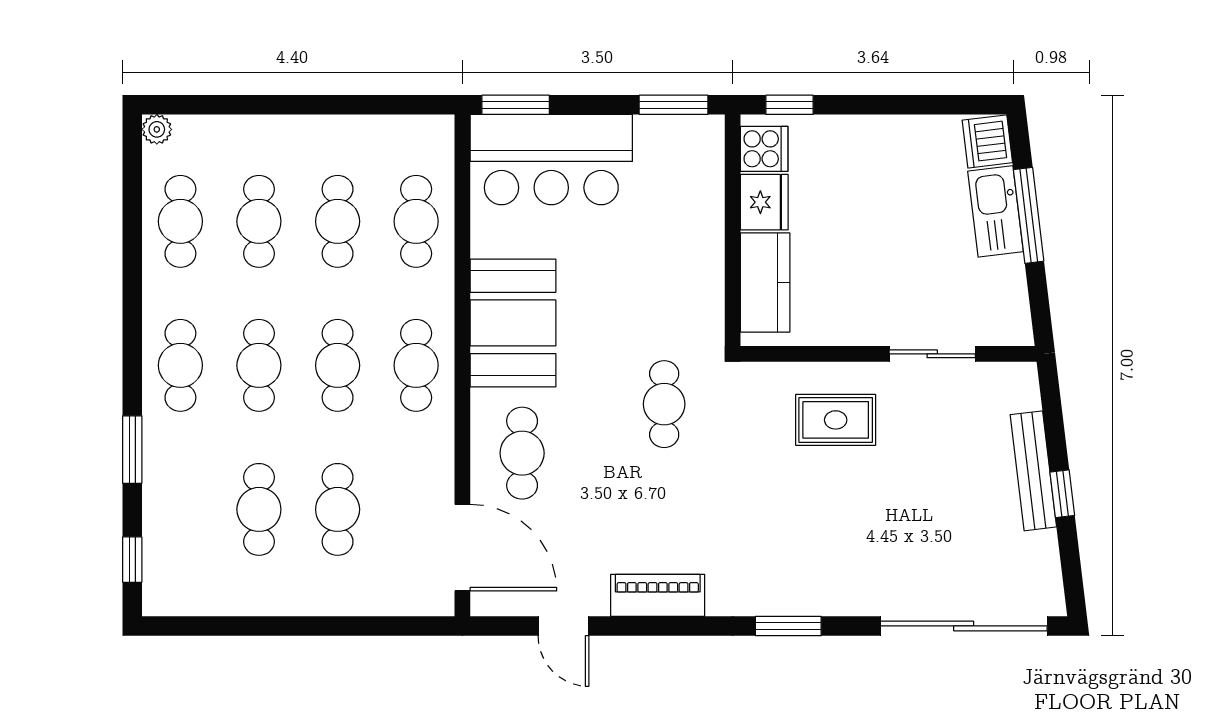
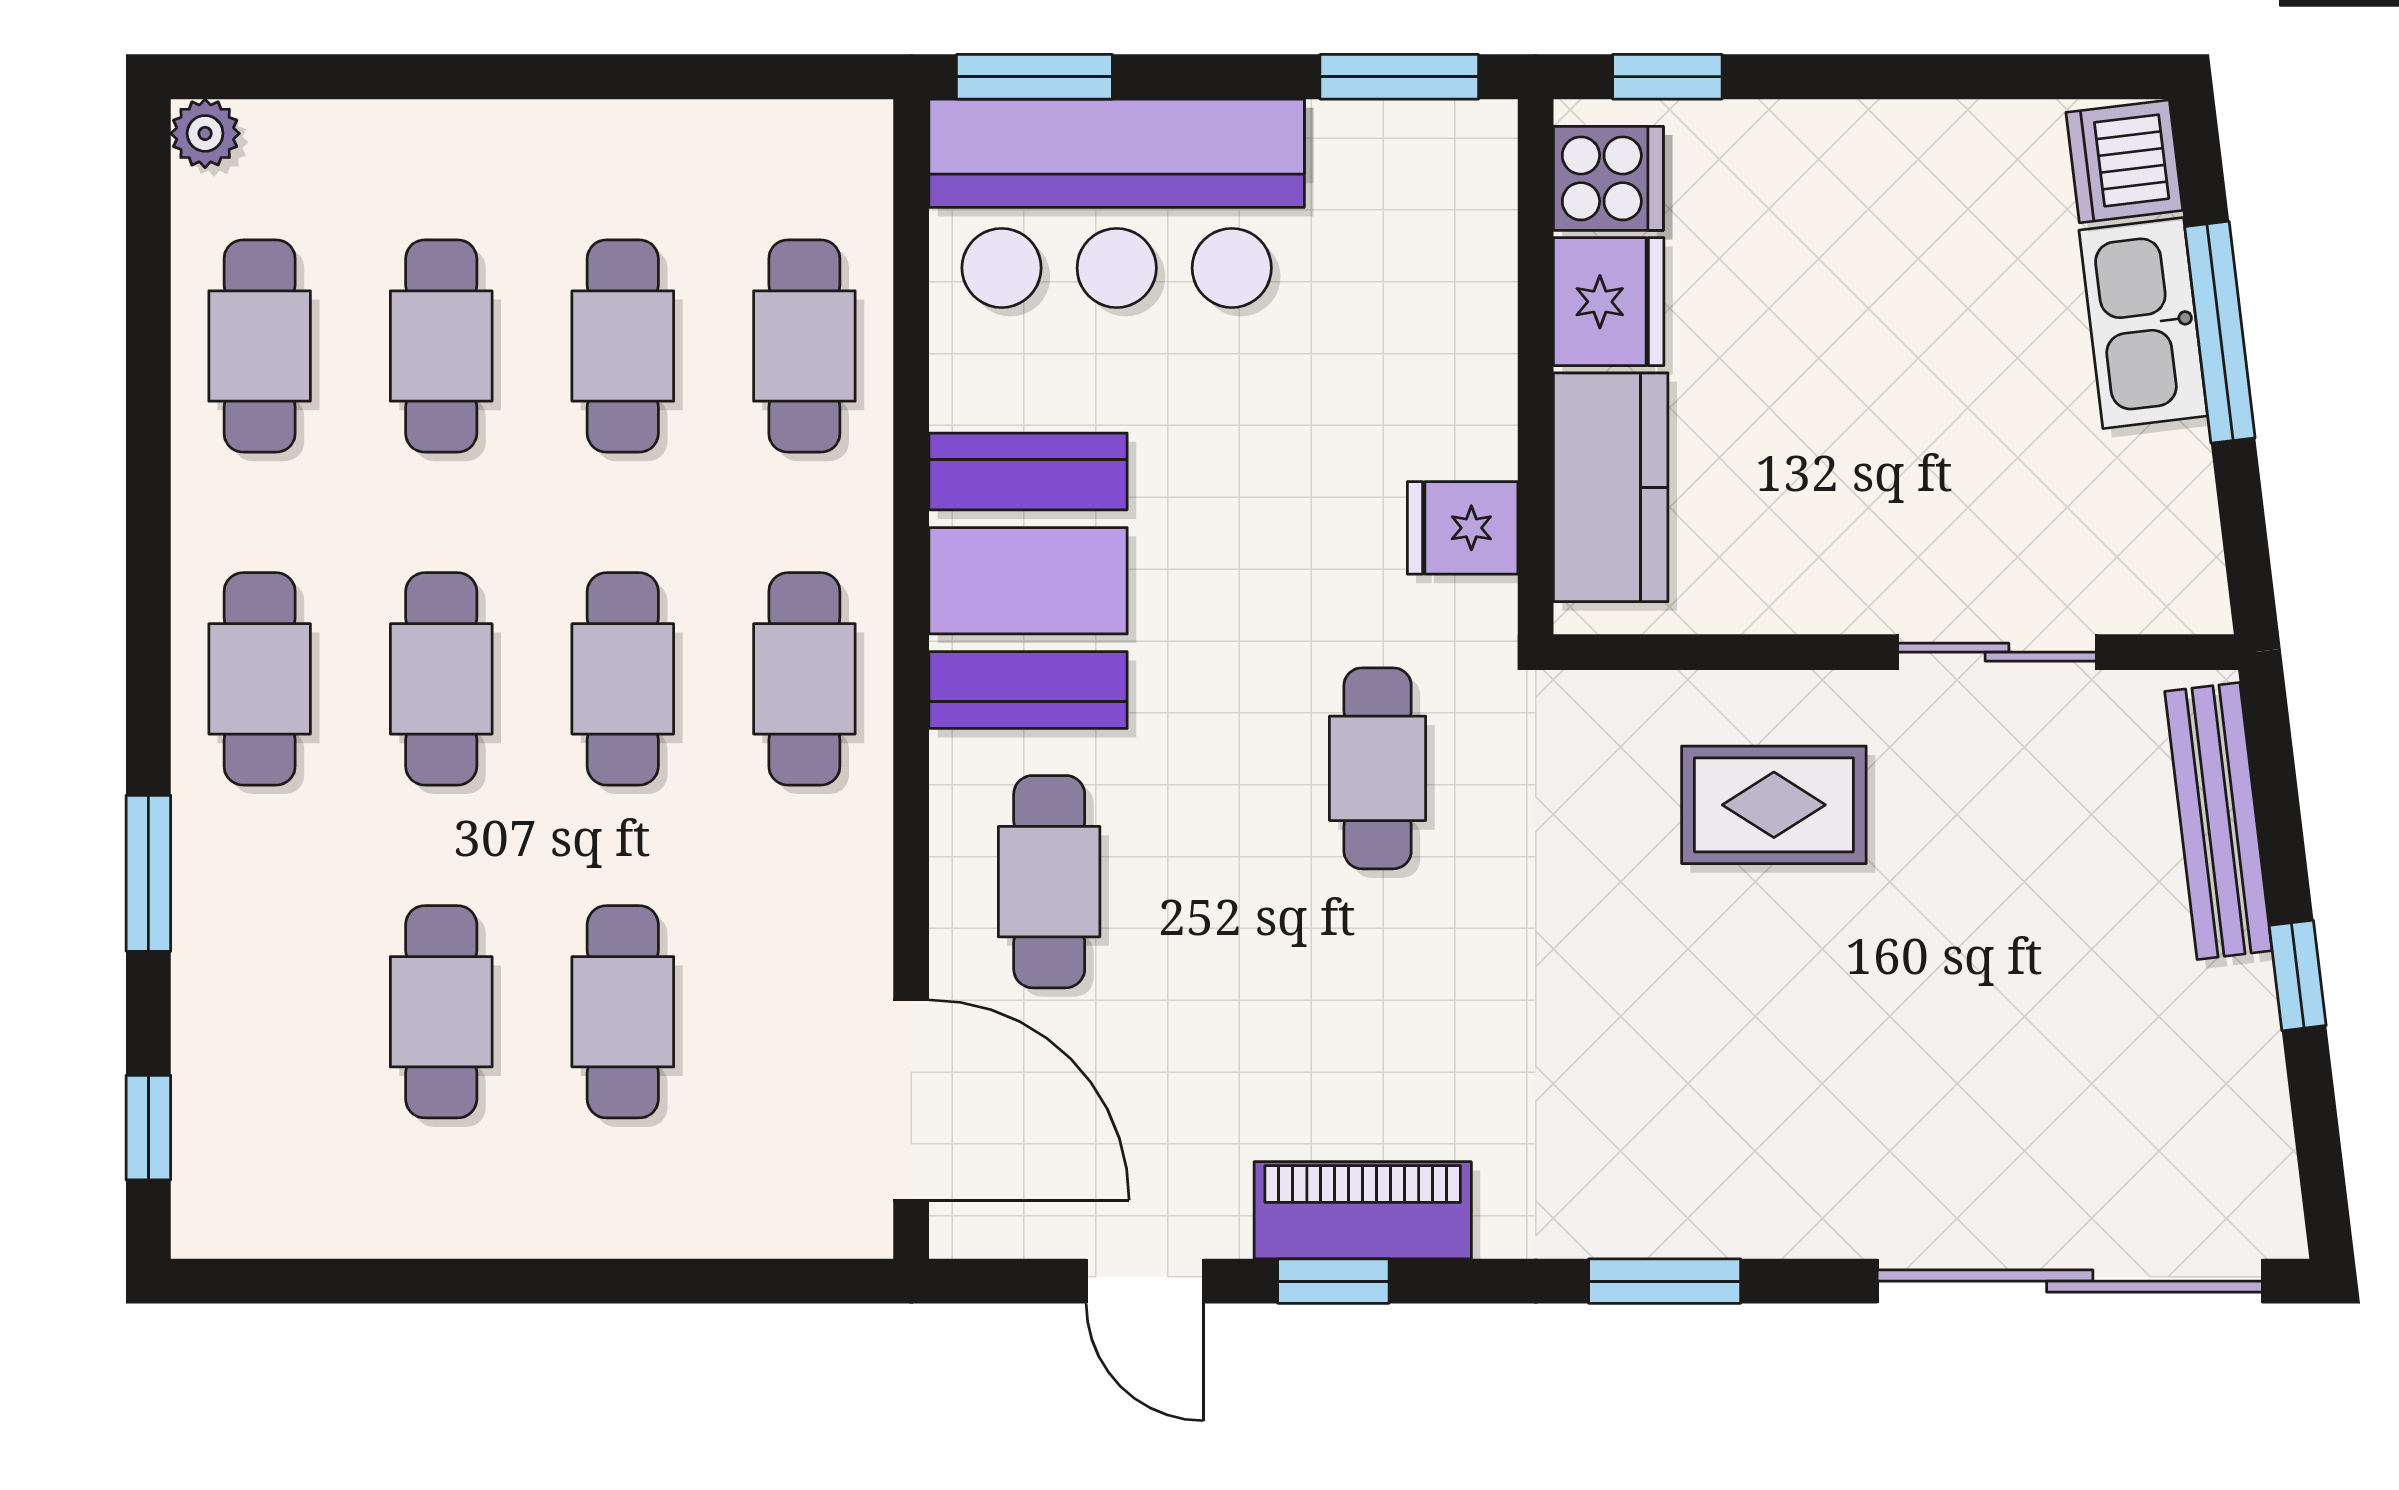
fridge: (701, 300) -> (1463, 528), added
bench: (1033, 471) -> (2218, 821), moved
window: (645, 626) -> (1333, 1281), added

